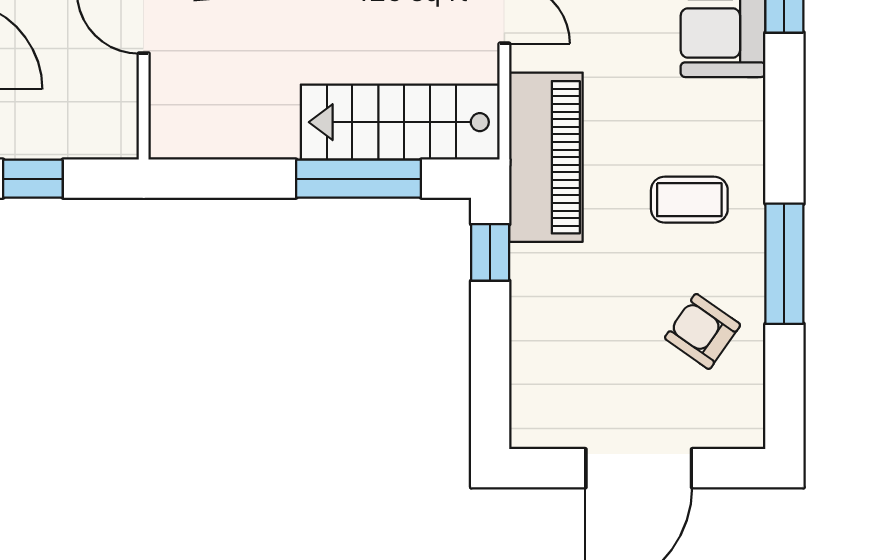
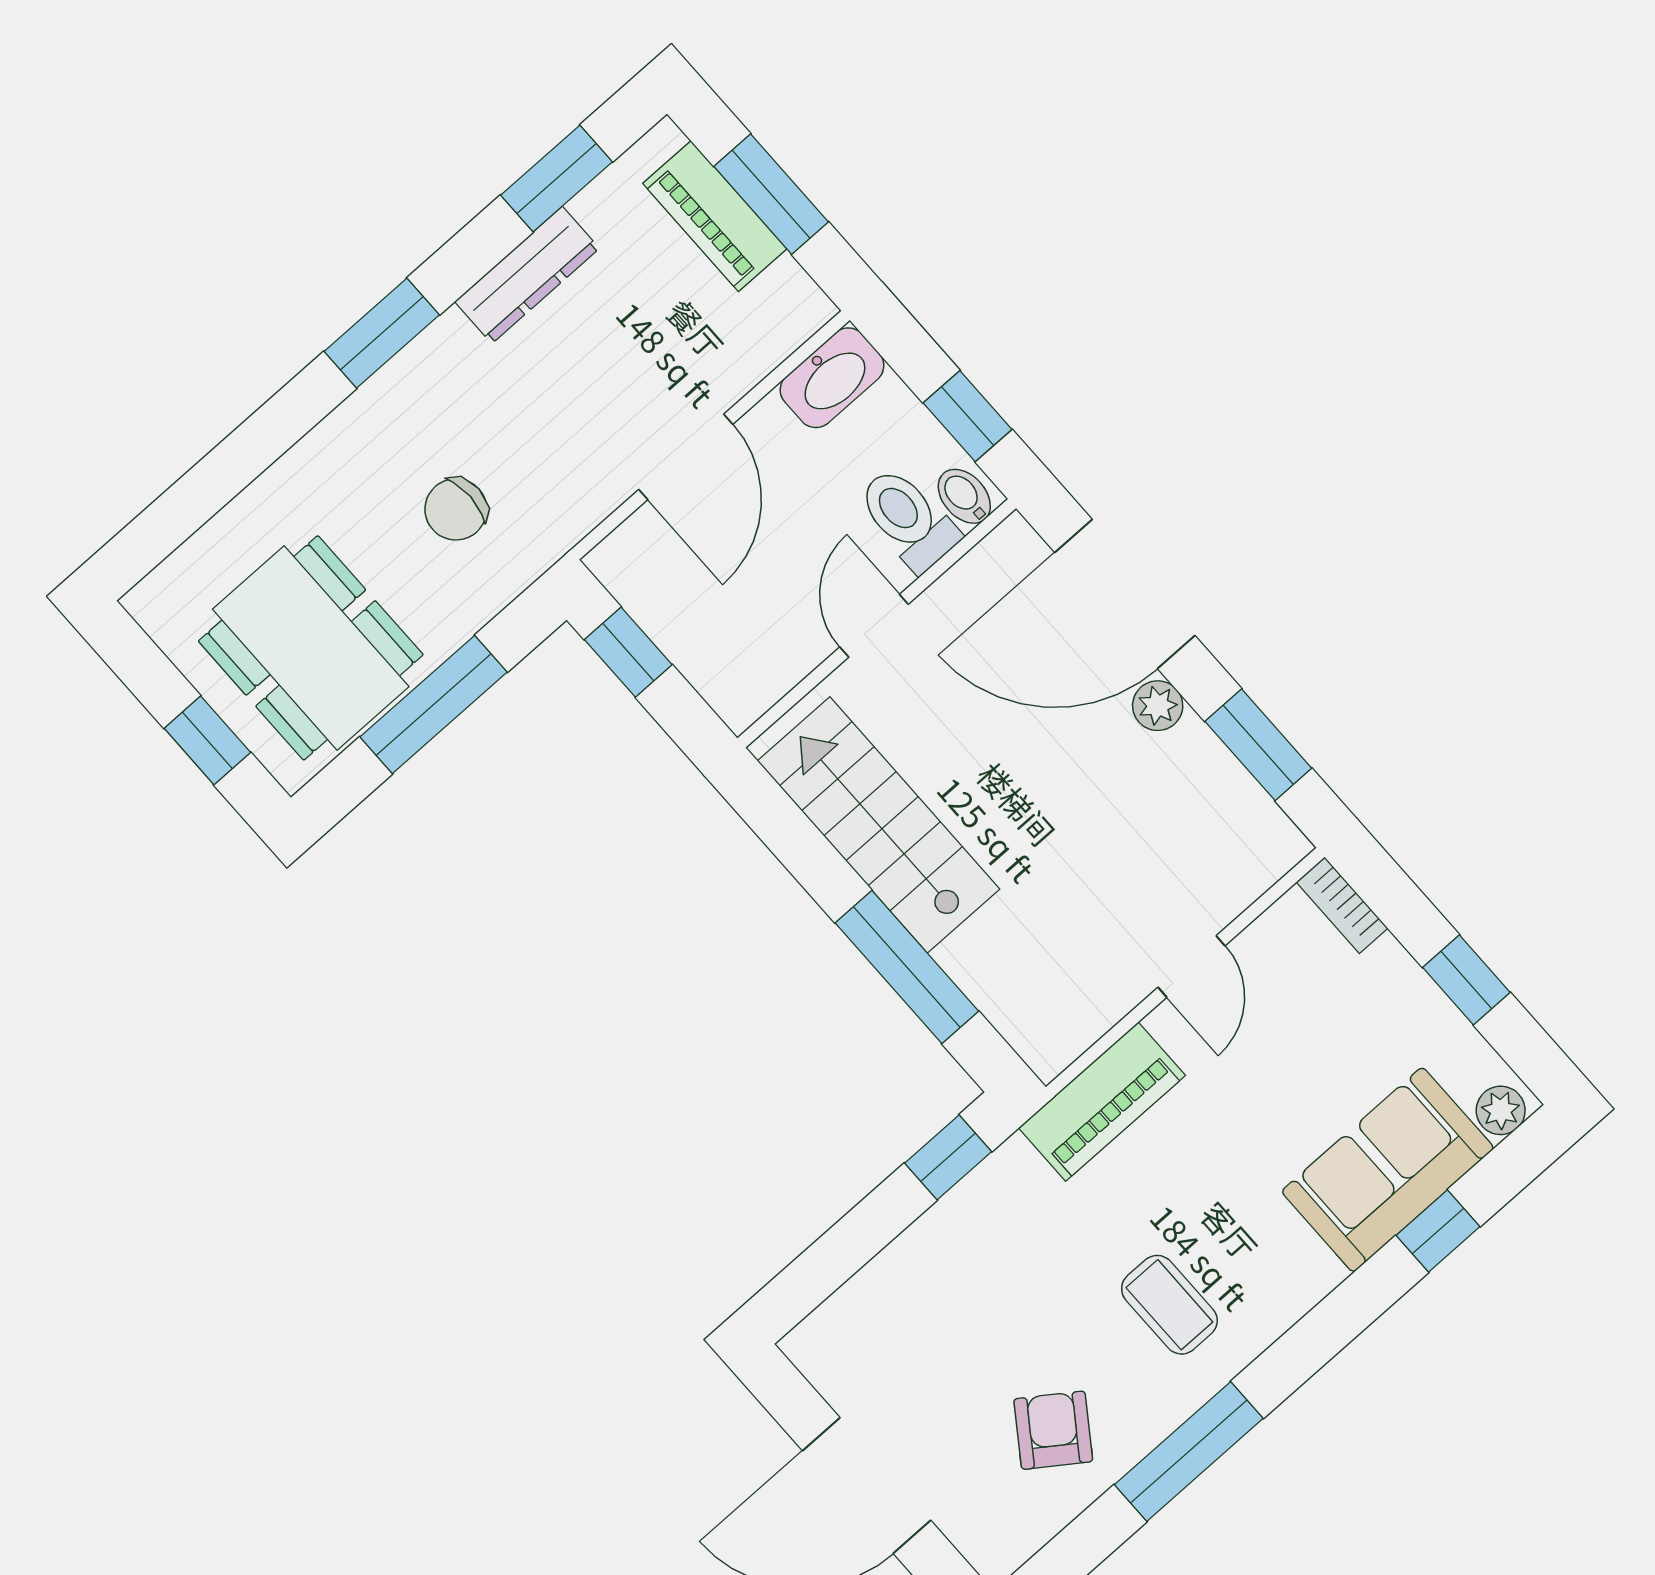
stairs: (400, 122) -> (879, 825), moved
piano: (546, 157) -> (1102, 1102), width x0.73, depth x0.75

